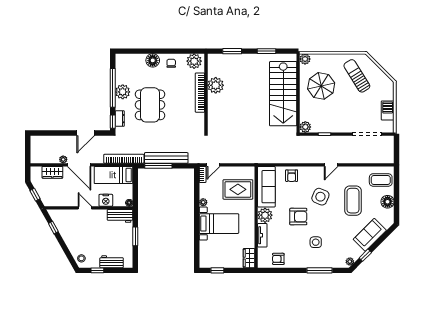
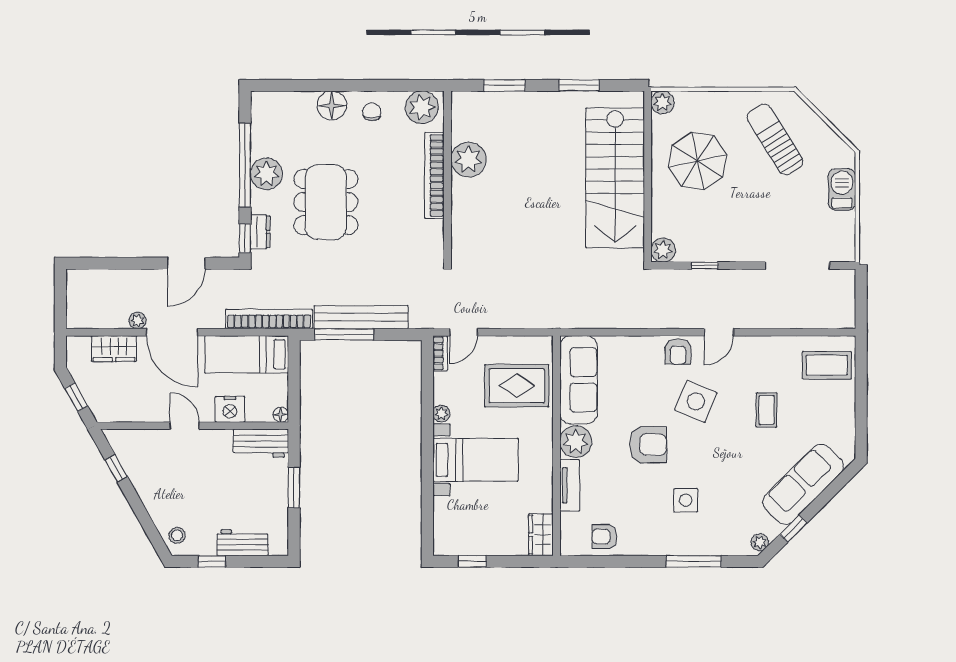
barbecue: (388, 110) -> (842, 190), moved
armchair: (292, 176) -> (678, 351), moved
coffee table: (353, 201) -> (767, 410), width x0.54, depth x0.58
floor lamp: (388, 202) -> (842, 412), removed
sofa: (370, 235) -> (803, 484), width x1.36

